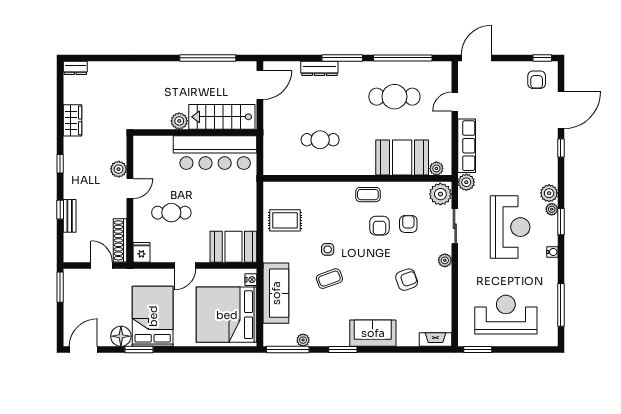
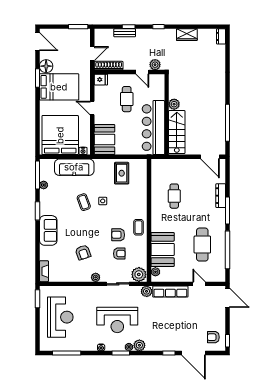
stairs: (222, 117) -> (177, 132), moved
plant: (179, 121) -> (174, 104), moved
wall: (195, 132) -> (167, 114), moved
bar counter: (215, 153) -> (153, 128), moved

